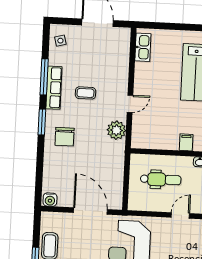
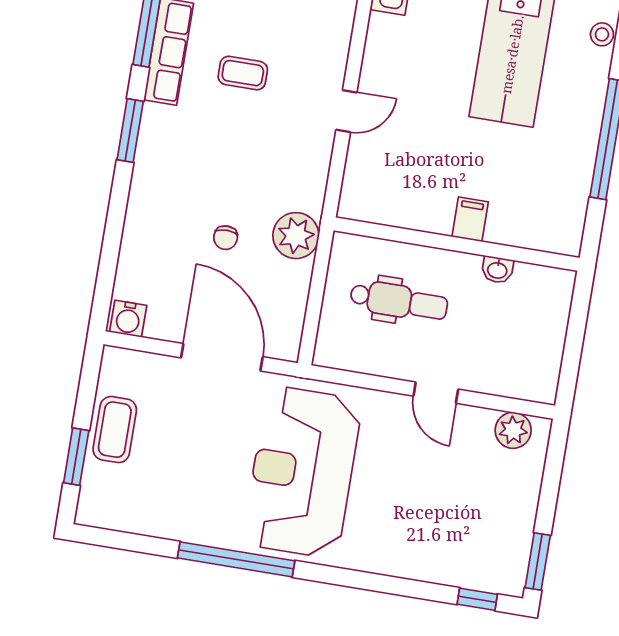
plant: (116, 130) -> (296, 236), moved
chair: (65, 137) -> (226, 238), moved, width x0.54, depth x0.54
door: (180, 215) -> (436, 393), swing flipped

